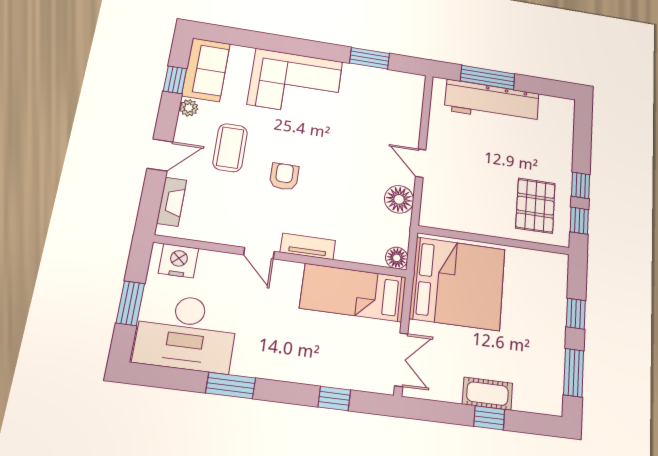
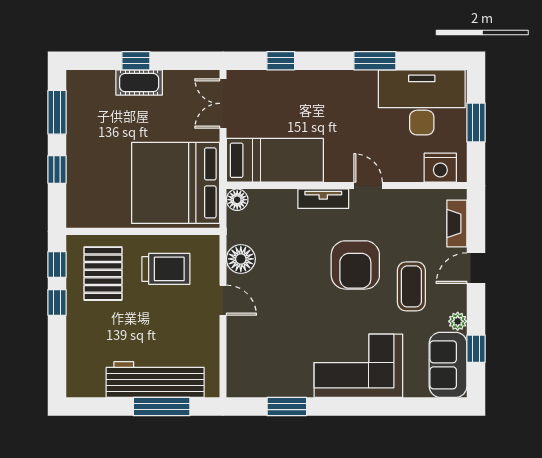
armchair: (284, 177) -> (355, 265), width x1.88, depth x1.88
trolley: (474, 201) -> (166, 269), added

